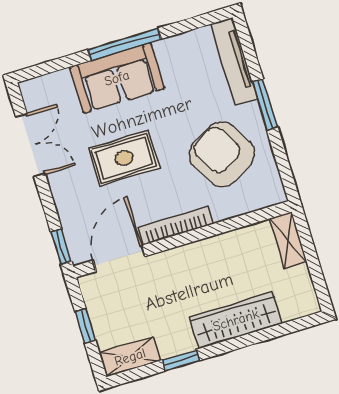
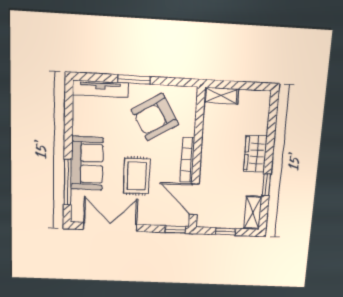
window: (124, 44) -> (68, 182), moved
double door: (30, 145) -> (110, 227), width x1.37
wardrobe: (236, 320) -> (255, 154), width x0.67

